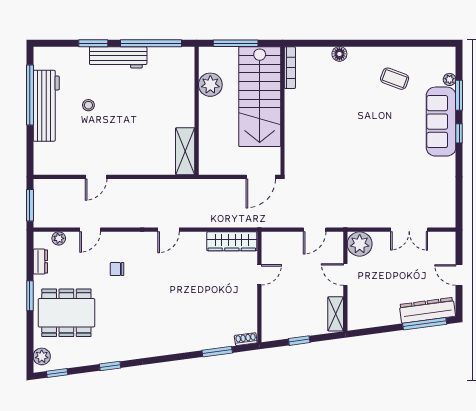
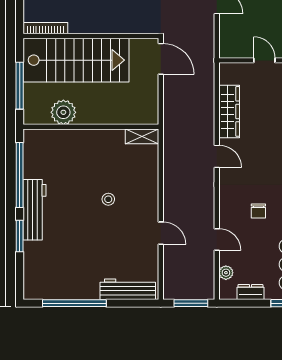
stool: (88, 105) -> (108, 199), moved
workbench: (46, 106) -> (128, 289), moved, width x0.73, depth x0.76
shelving: (185, 151) -> (142, 136), width x0.67, depth x0.75
wardrobe: (232, 241) -> (229, 111), moved

